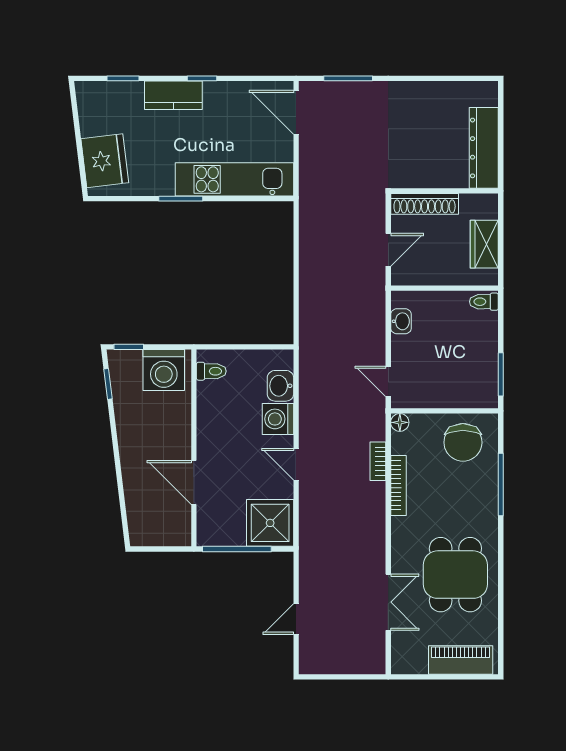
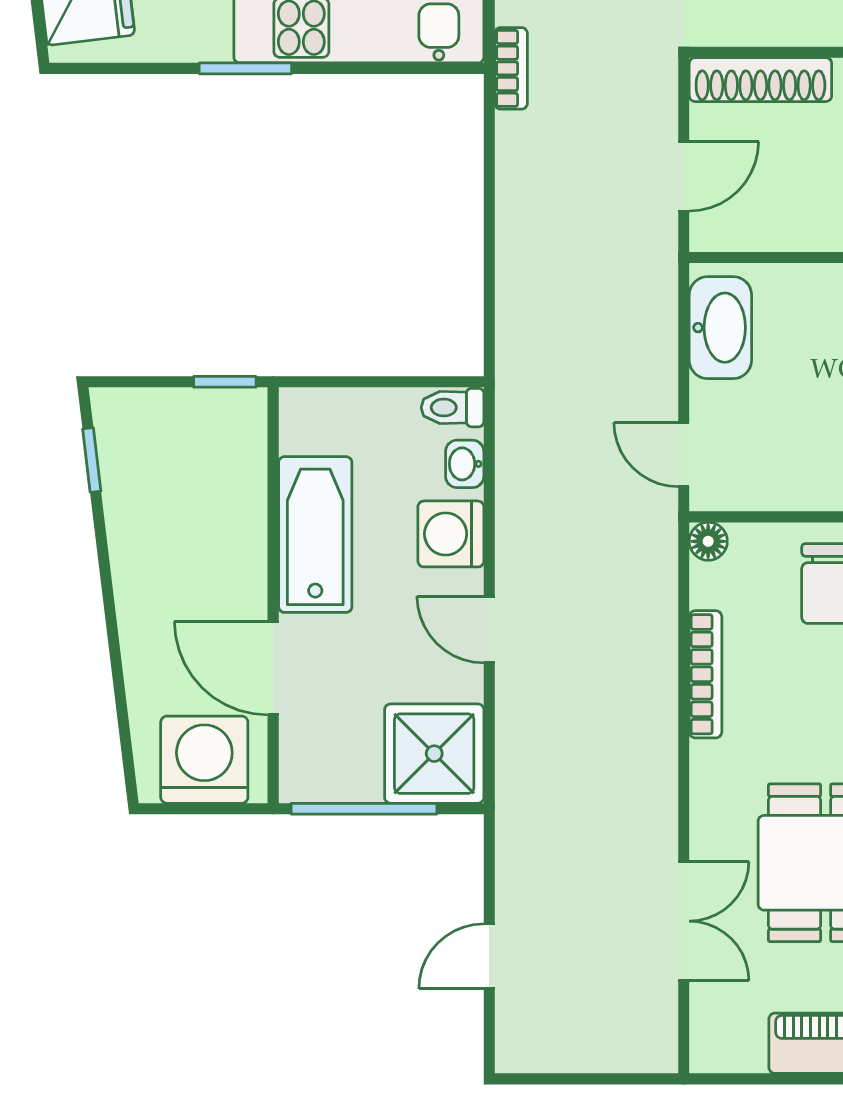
washbasin: (401, 321) -> (720, 328), width x1.91, depth x1.45
window: (129, 347) -> (225, 382), moved
washing machine: (164, 370) -> (204, 760), moved, turned 180
toilet: (211, 371) -> (453, 408), moved, turned 180
washbasin: (280, 386) -> (465, 464), width x0.72, depth x0.69
bathtub: (214, 419) -> (315, 535), added
bookcase: (378, 461) -> (511, 68), moved, turned 180

